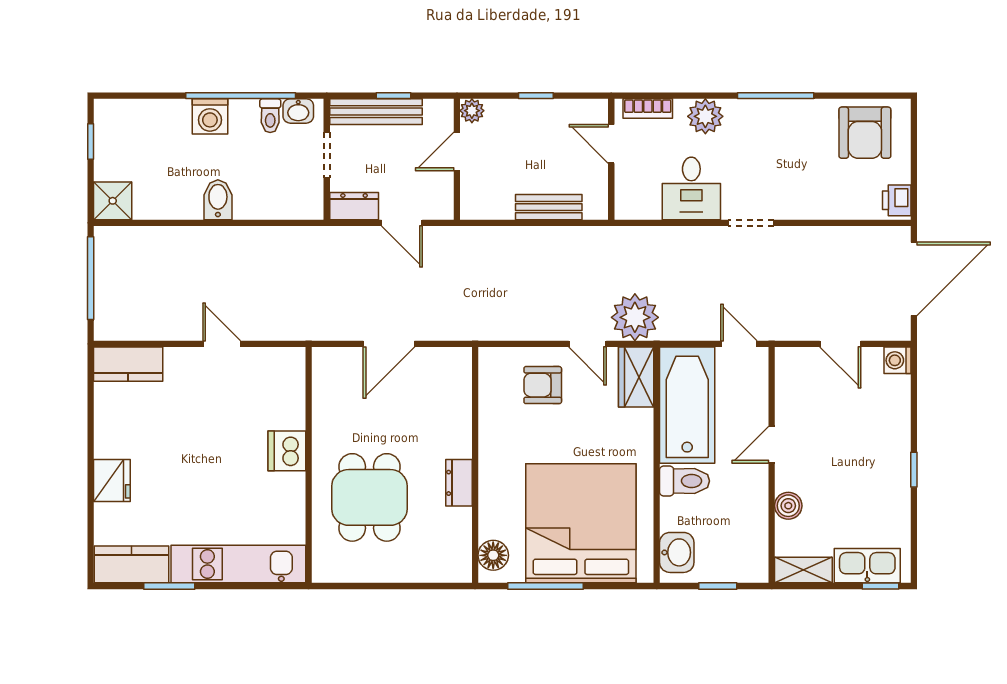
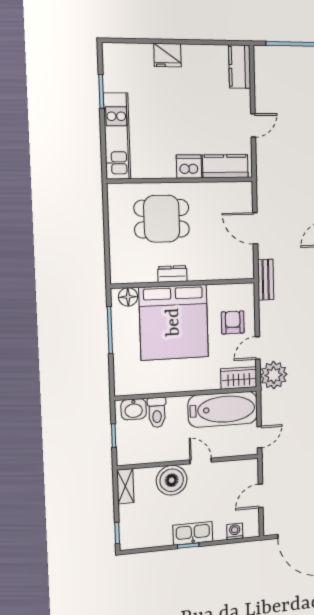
bench: (474, 328) -> (266, 280), added
washing machine: (897, 360) -> (235, 531), moved
toilet: (685, 481) -> (157, 412), moved
boiler: (788, 506) -> (172, 480), width x1.86, depth x1.86
bed: (581, 523) -> (174, 322), moved, turned 90
kitchen counter: (132, 564) -> (225, 166), moved, turned -90
kitchen sink: (867, 566) -> (193, 533), moved, turned -90

